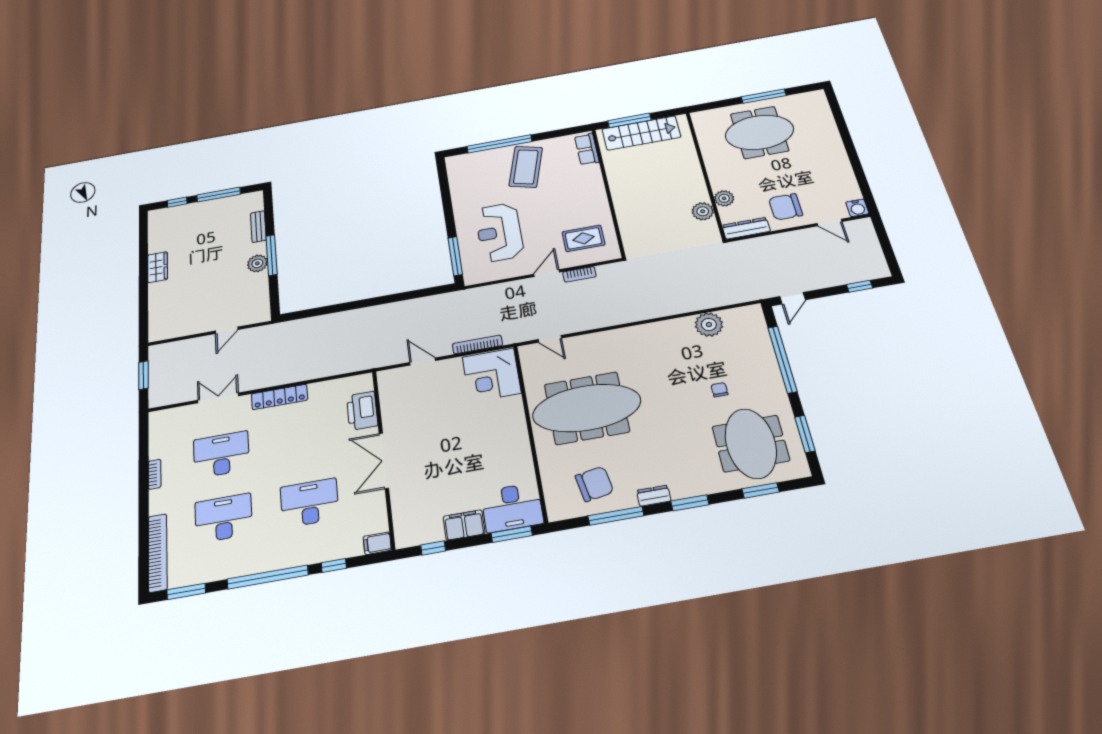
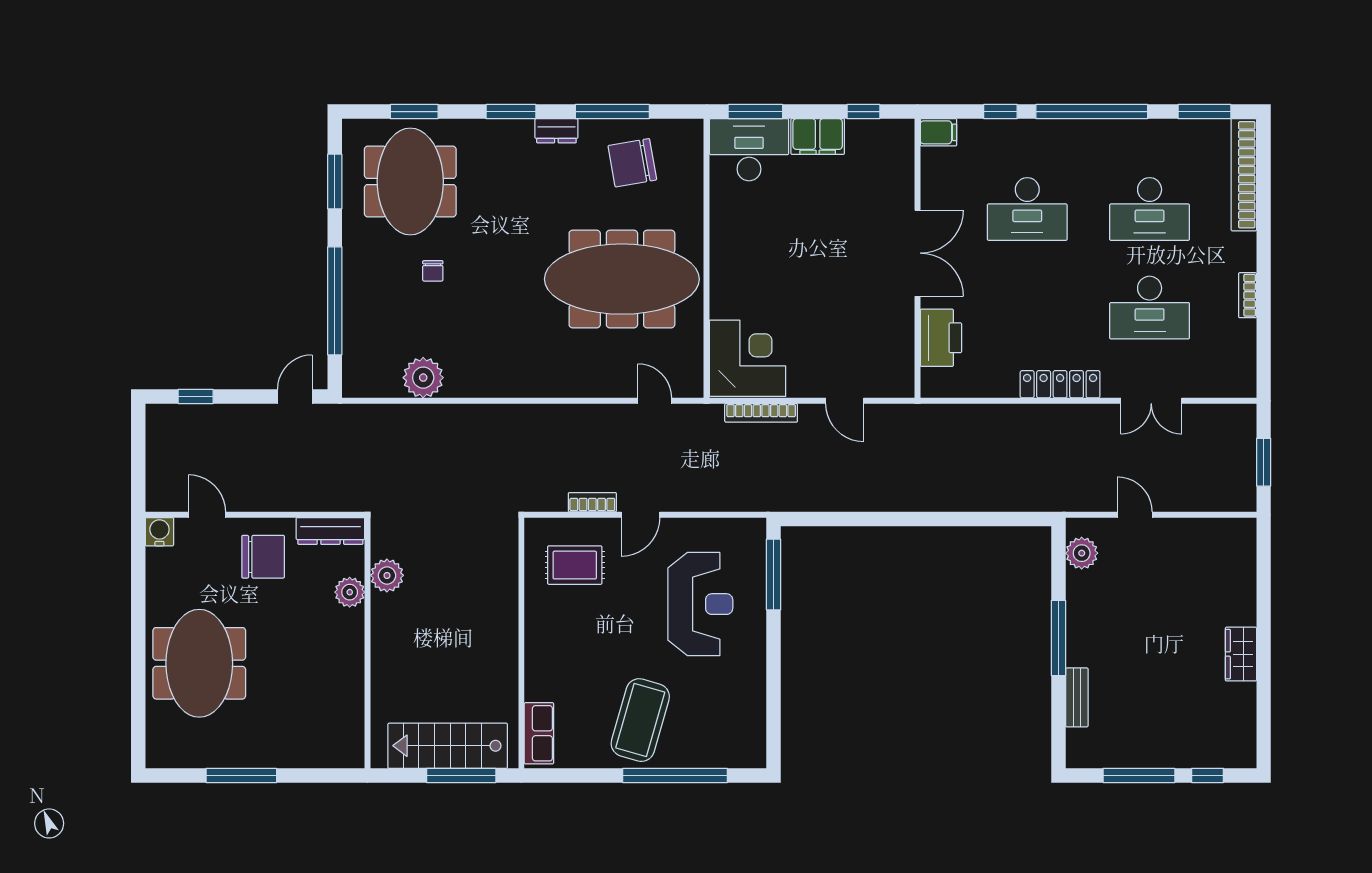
meeting table: (759, 132) -> (199, 663), moved, turned 90
plant: (257, 263) -> (1082, 553), moved
door: (227, 330) -> (1135, 515), hinge flipped

